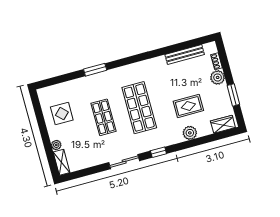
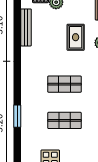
shop shelf: (139, 108) -> (64, 84), width x0.70, depth x0.74

